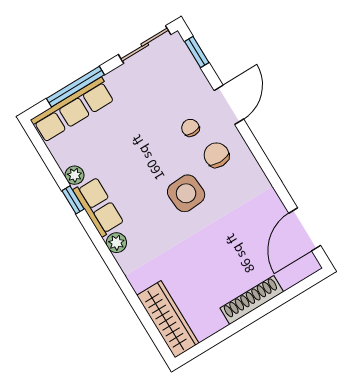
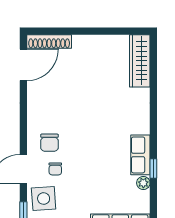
side table: (186, 193) -> (44, 199), moved
plant: (116, 243) -> (143, 126), removed
shoe rack: (252, 300) -> (49, 41), moved

